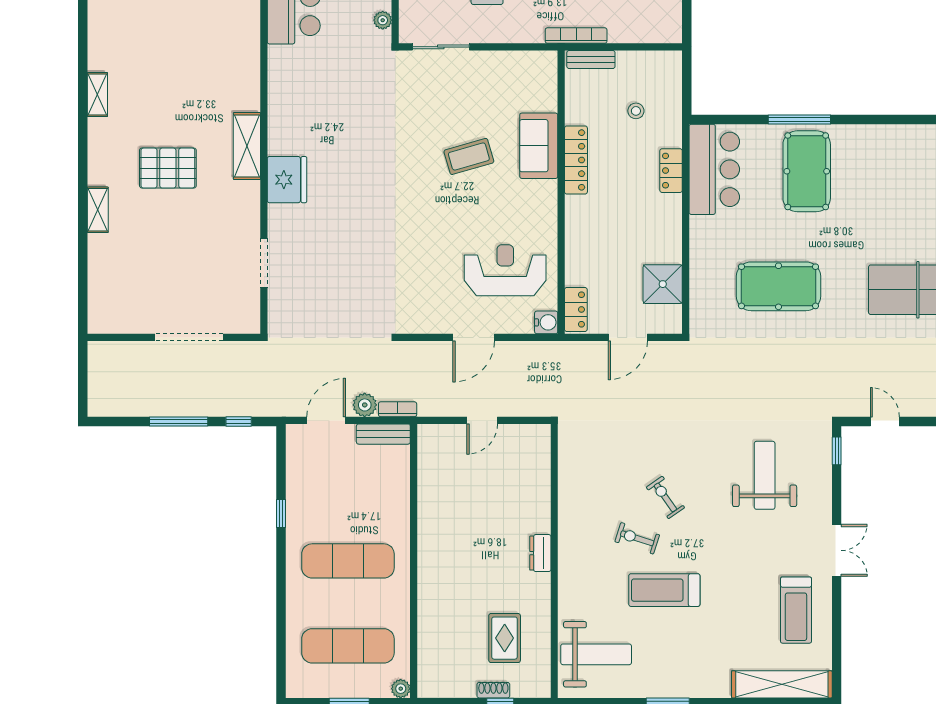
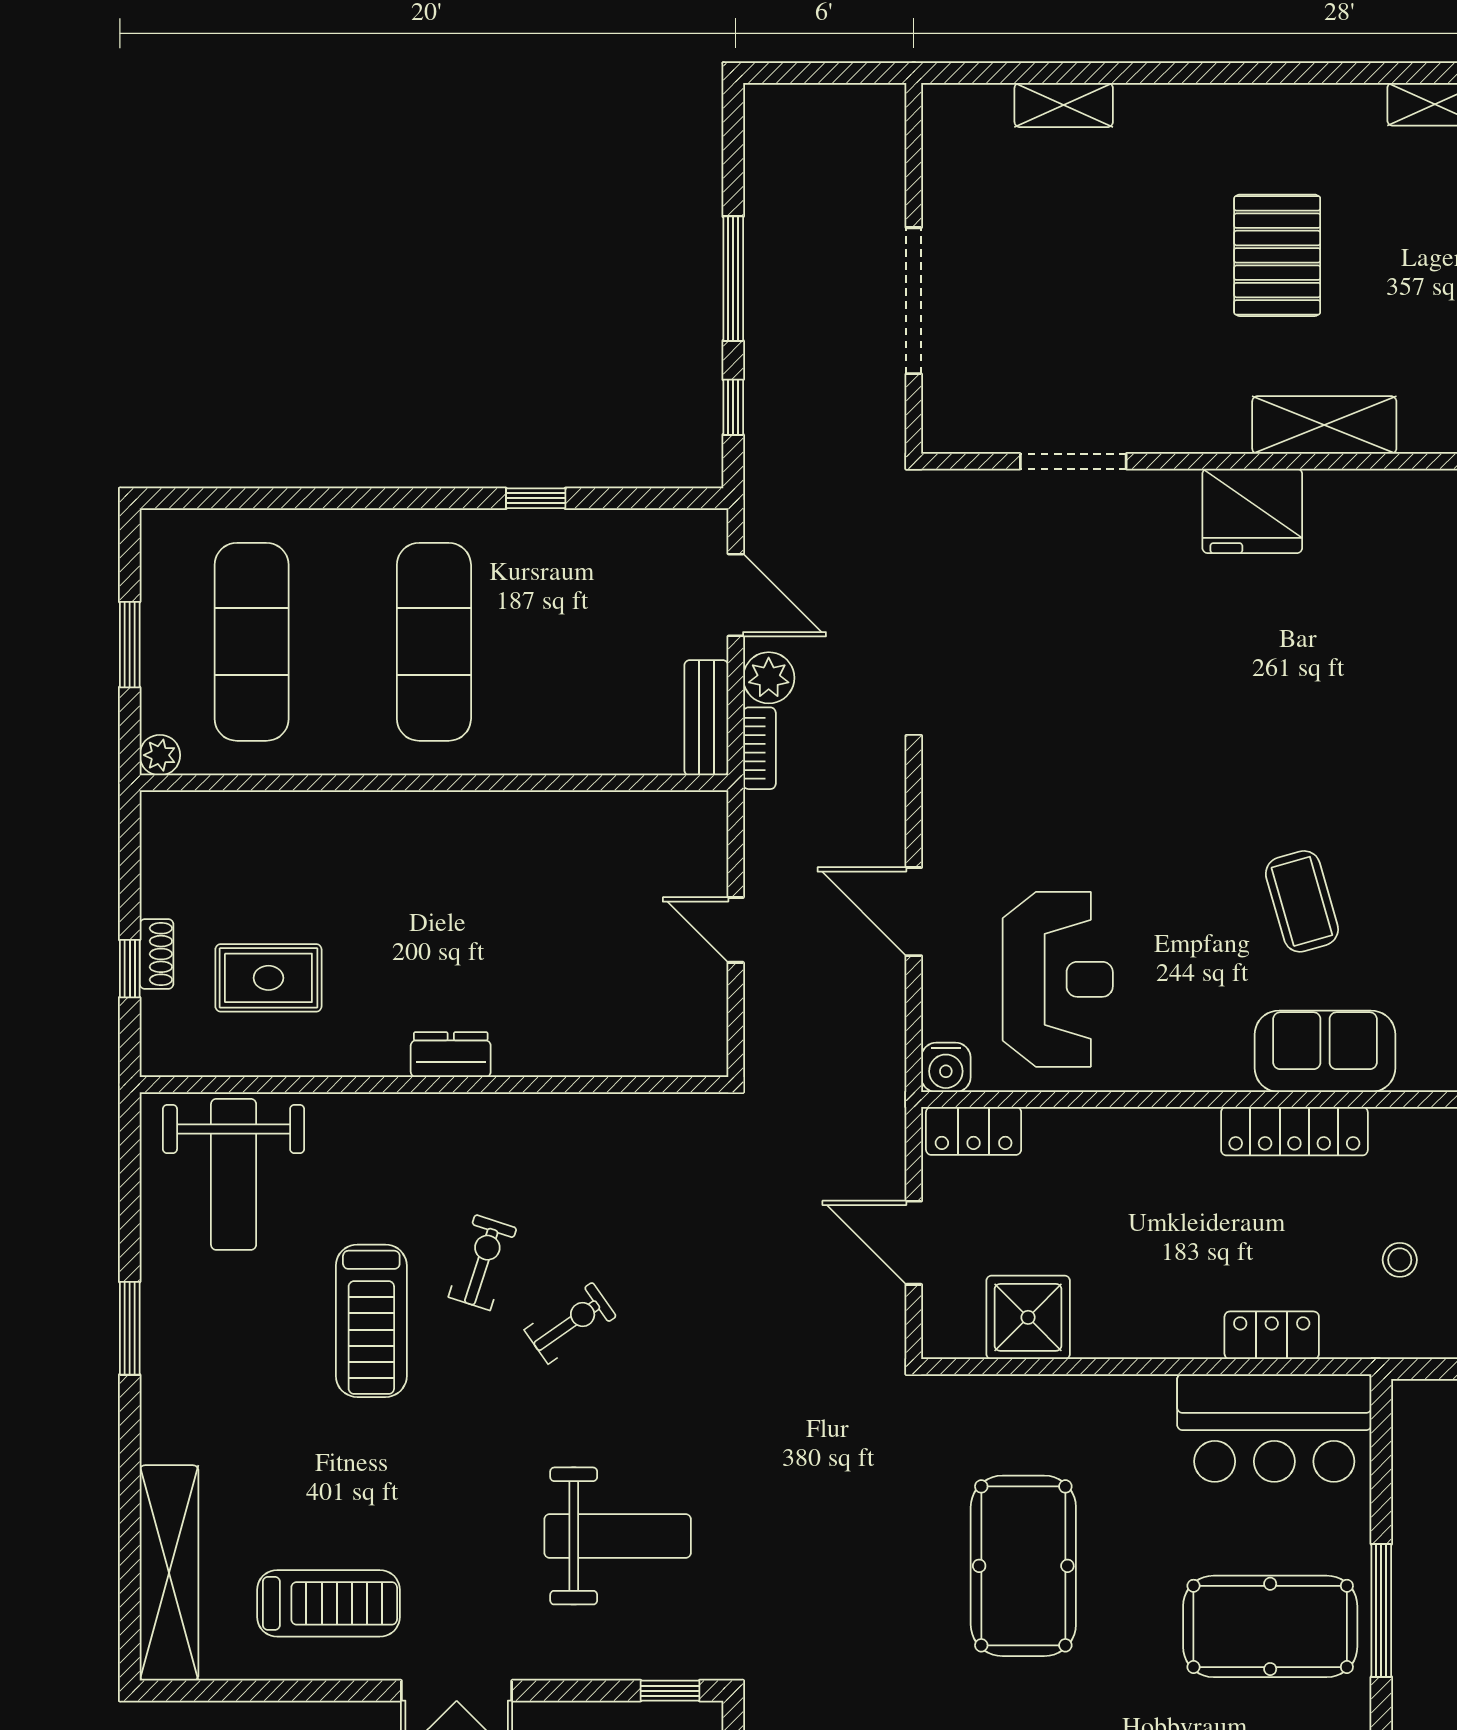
shelving: (98, 210) -> (1064, 105), moved
treadmill: (664, 590) -> (371, 1321), turned 180
treadmill: (796, 610) -> (328, 1603), turned 180

